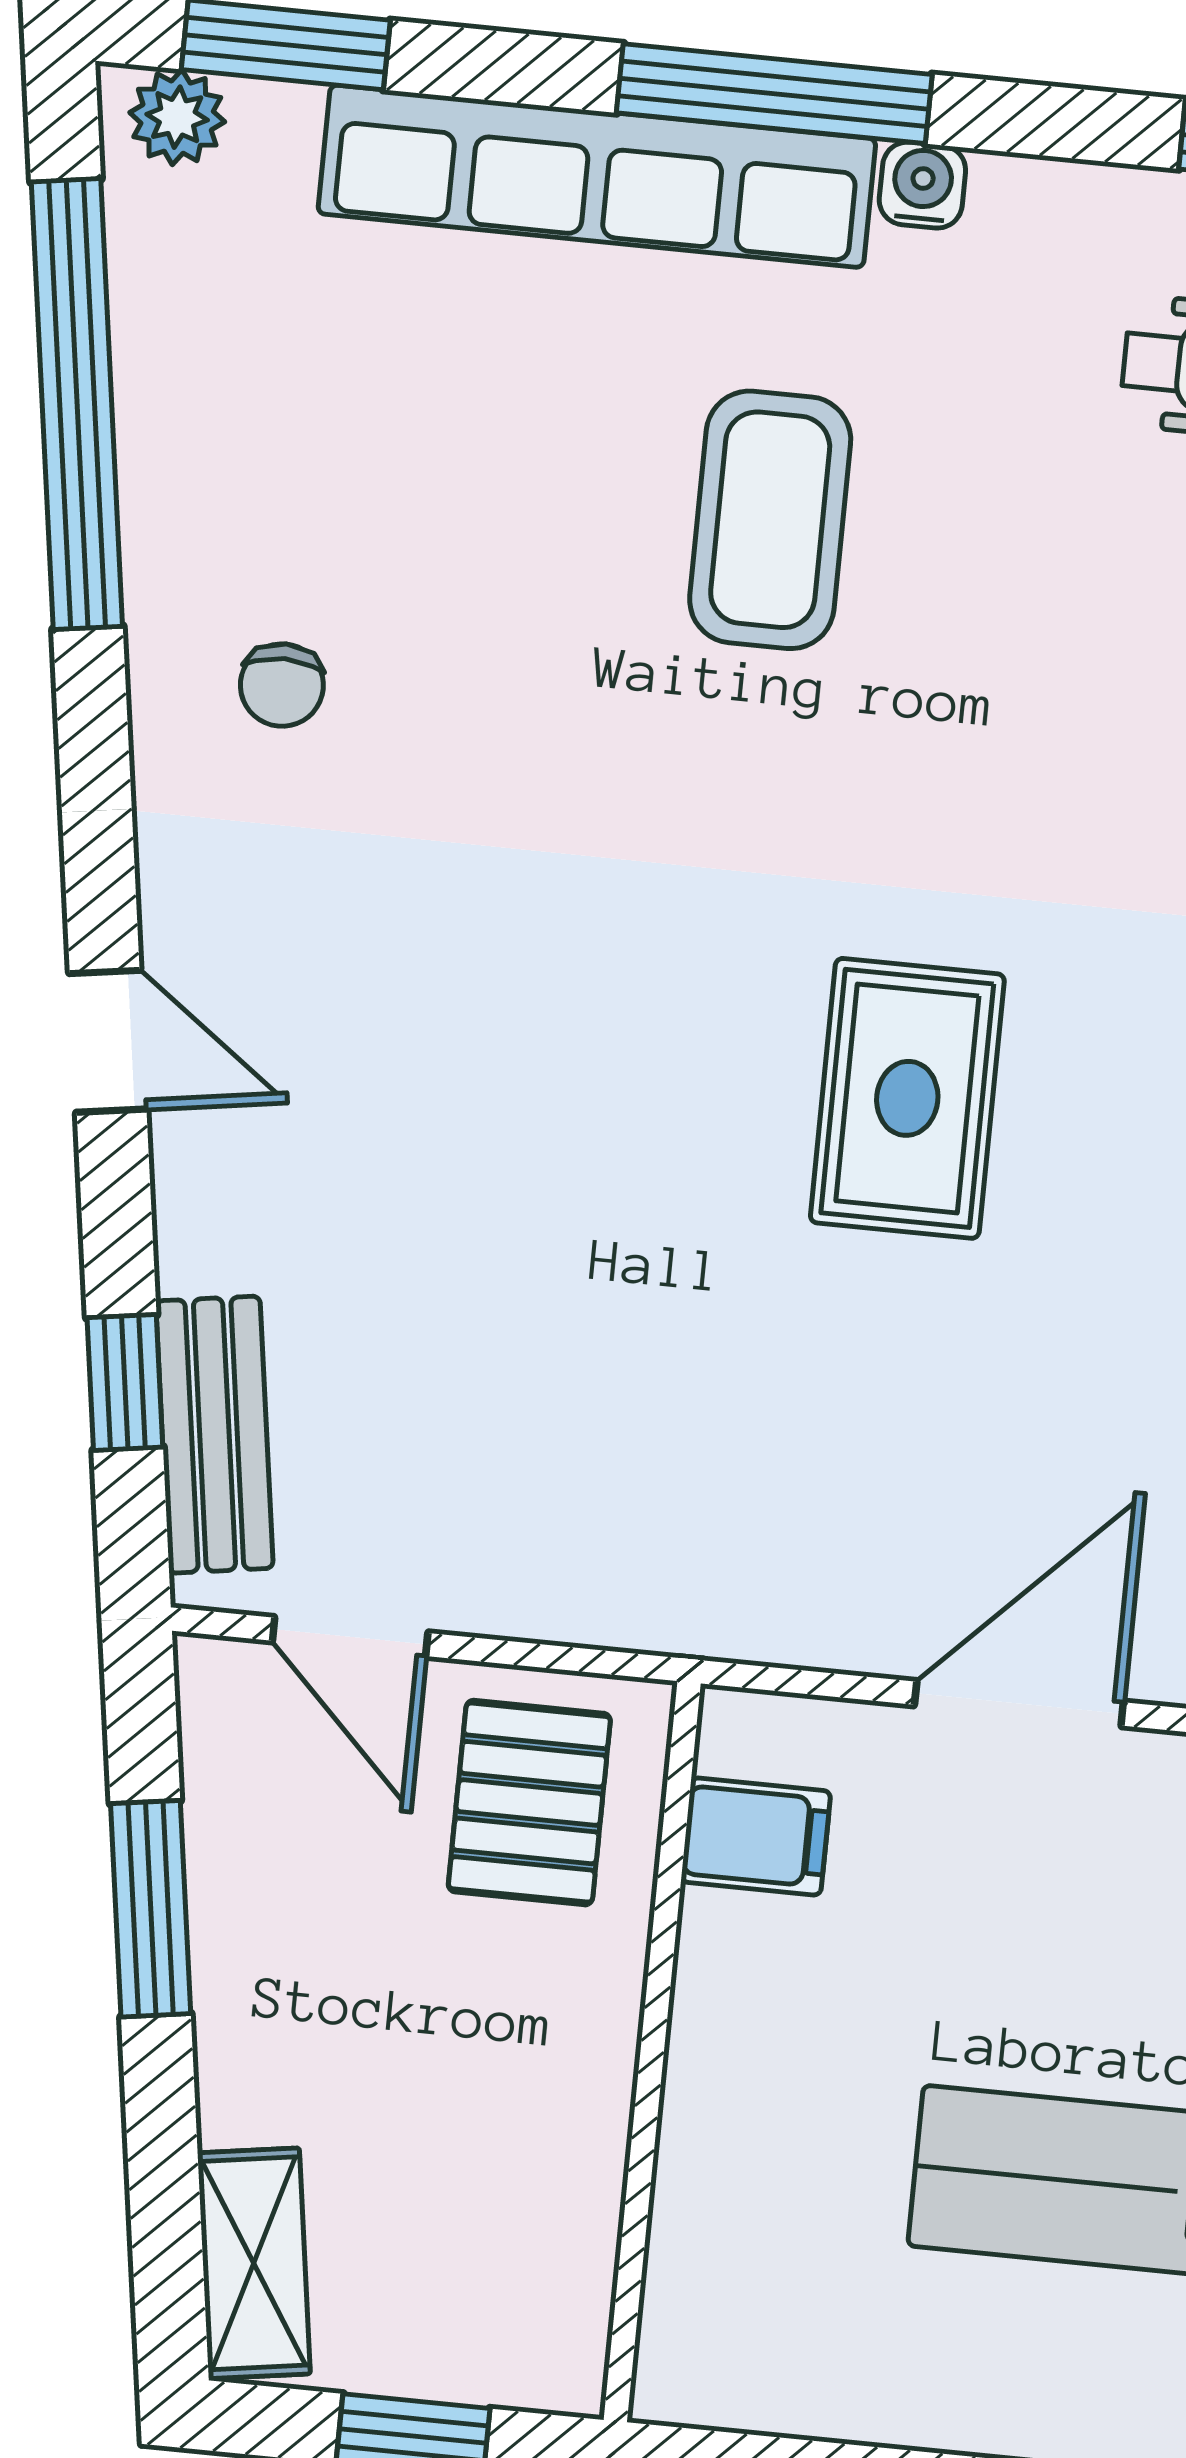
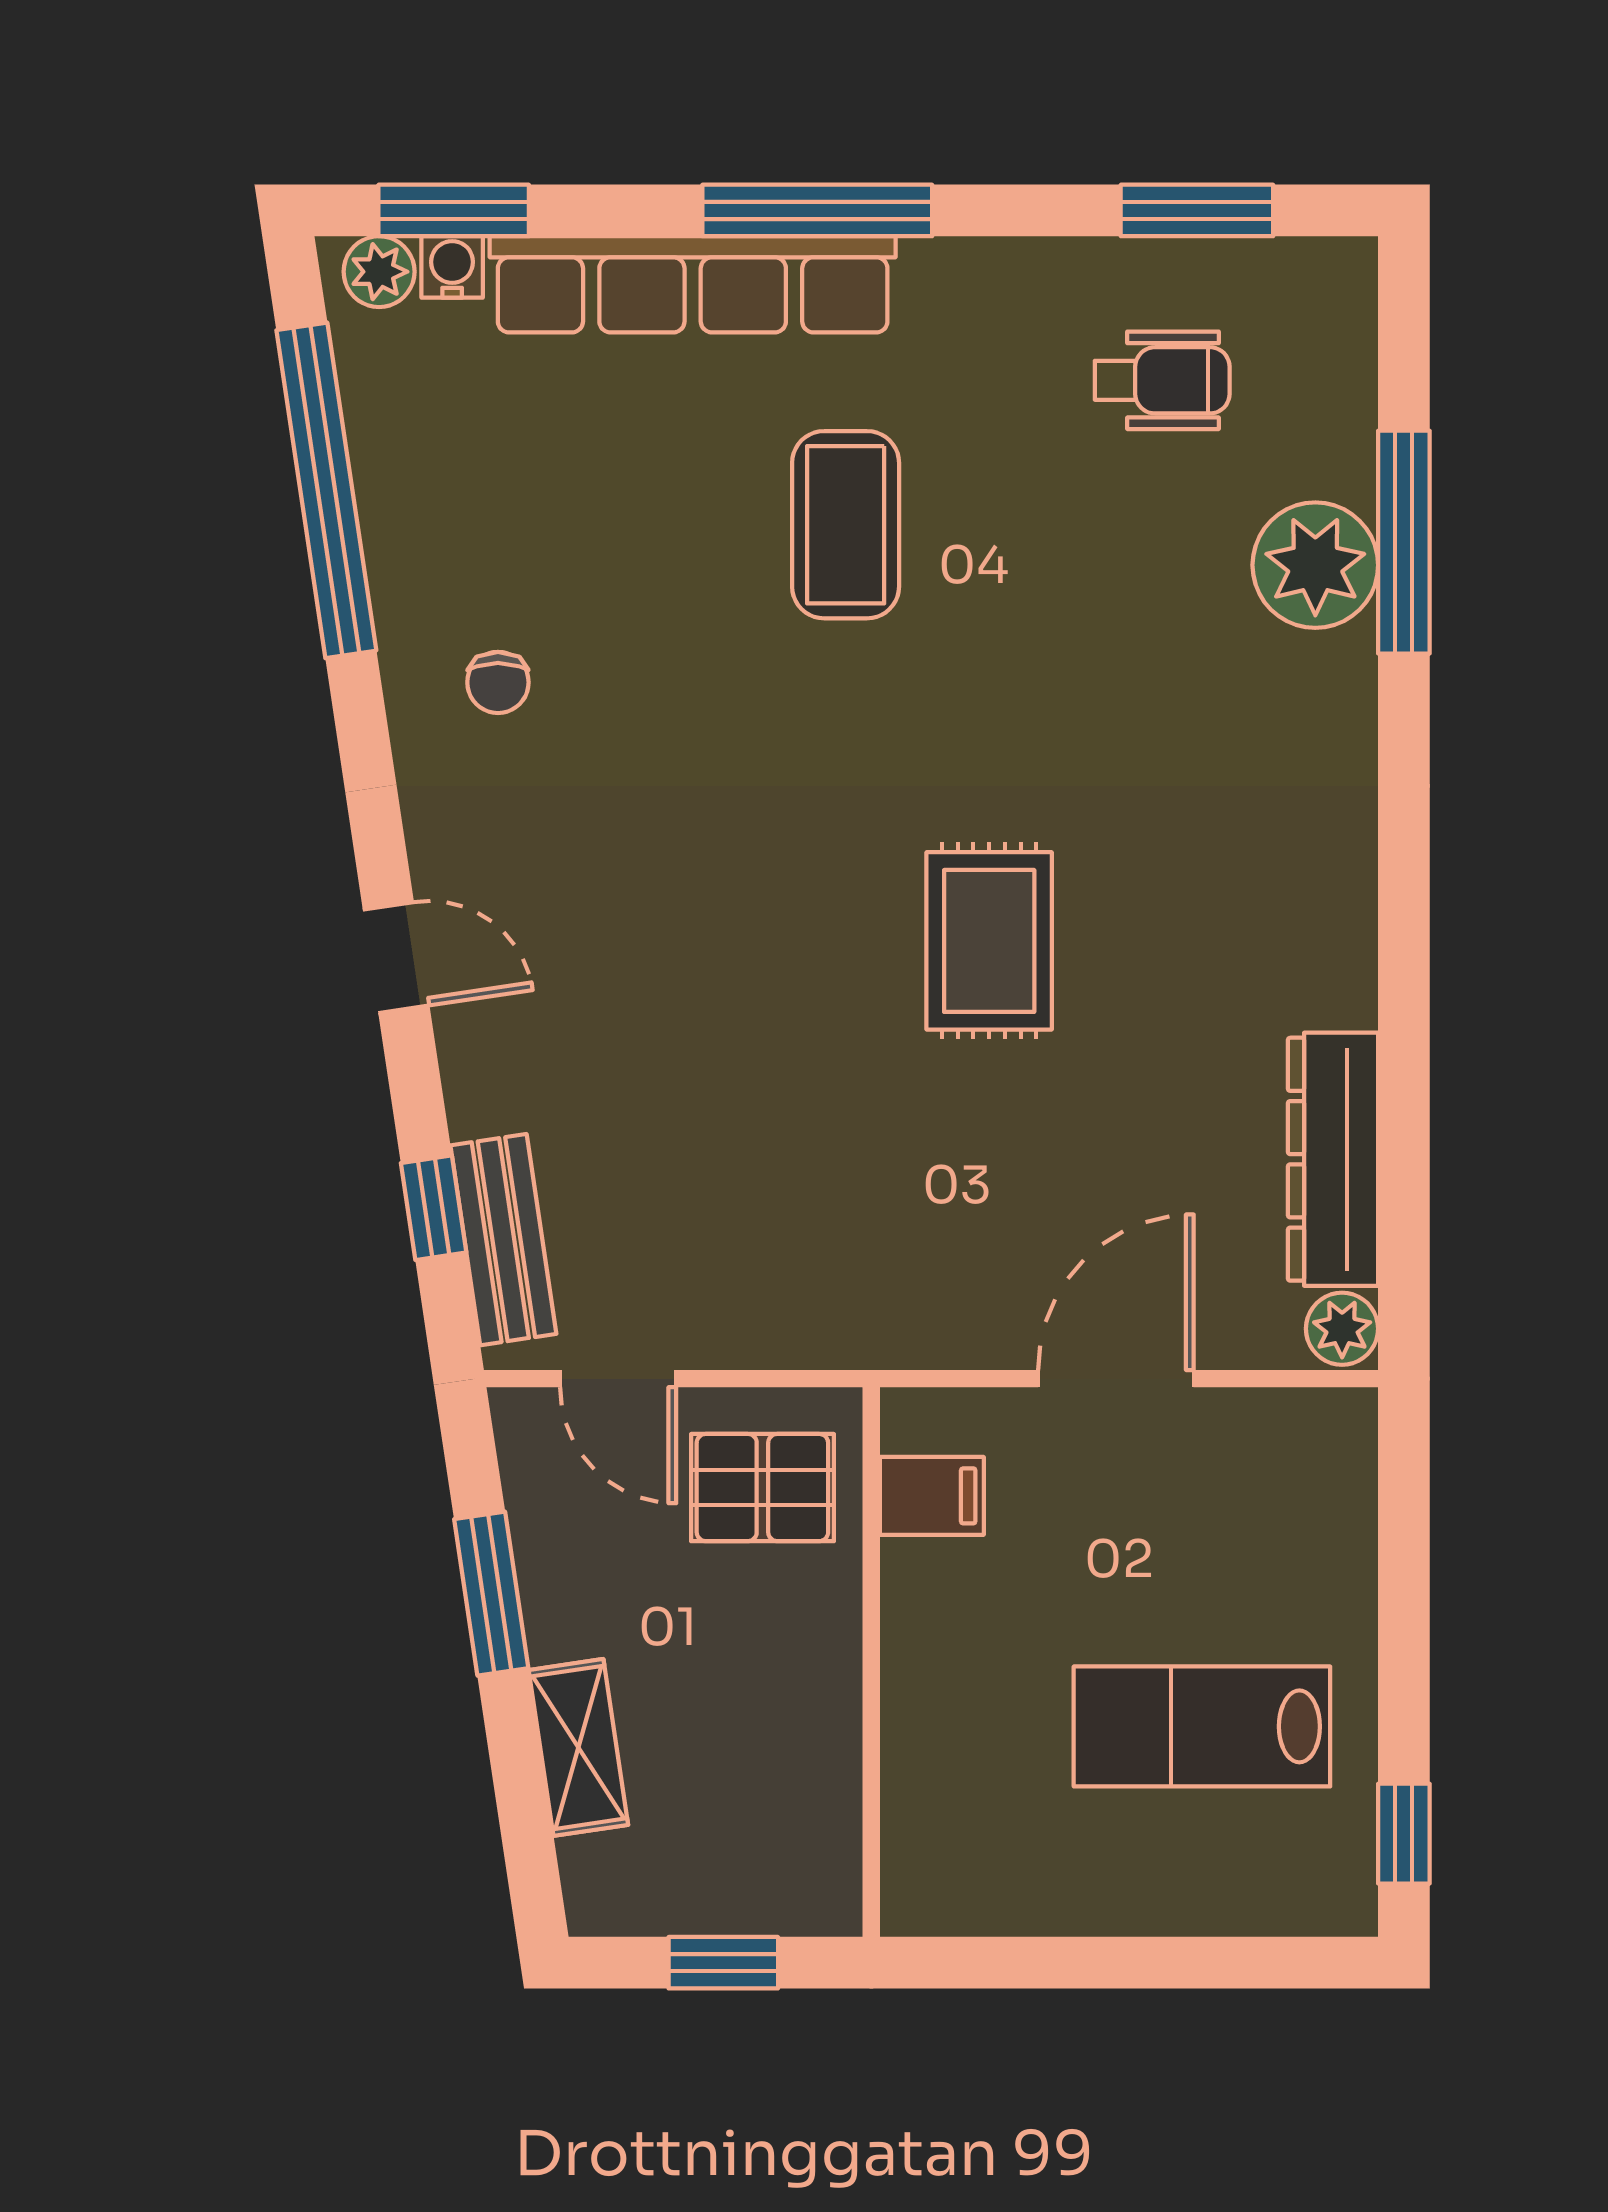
water cooler: (922, 185) -> (452, 267), moved
pallet: (529, 1803) -> (762, 1488), turned 90
shelving: (254, 2263) -> (578, 1747), moved

